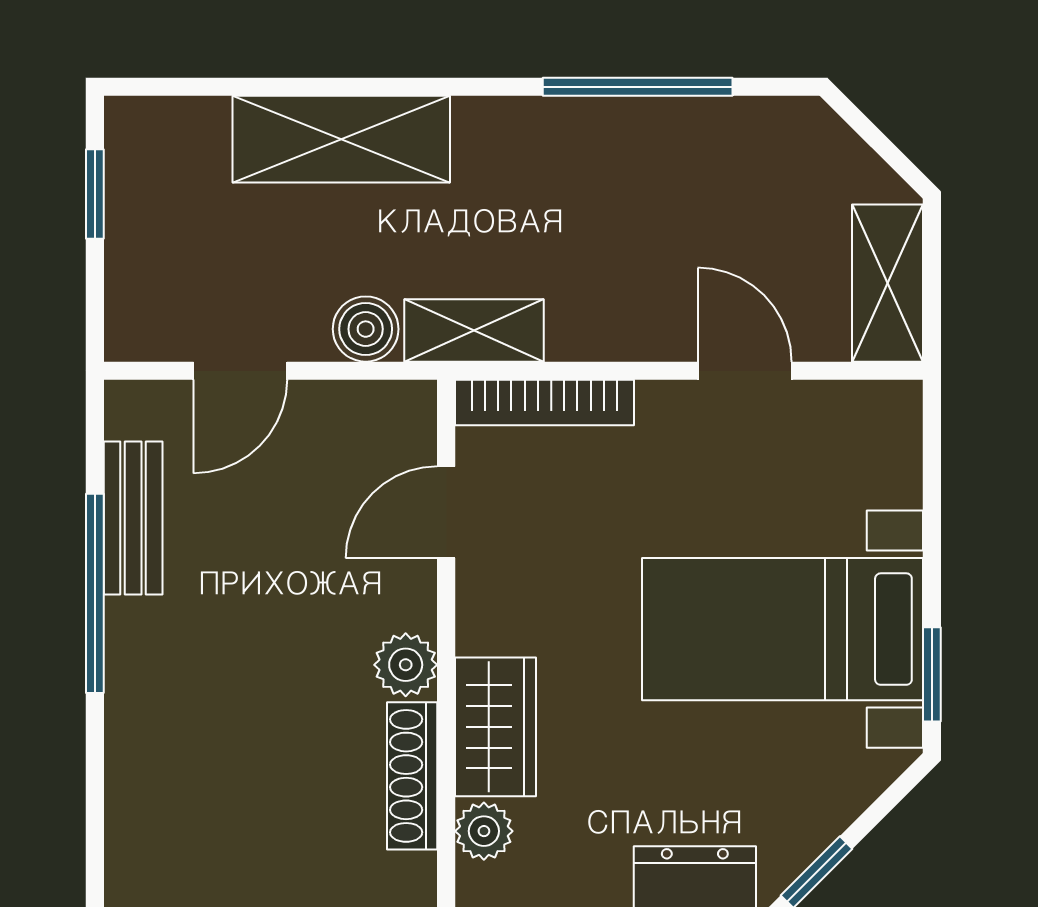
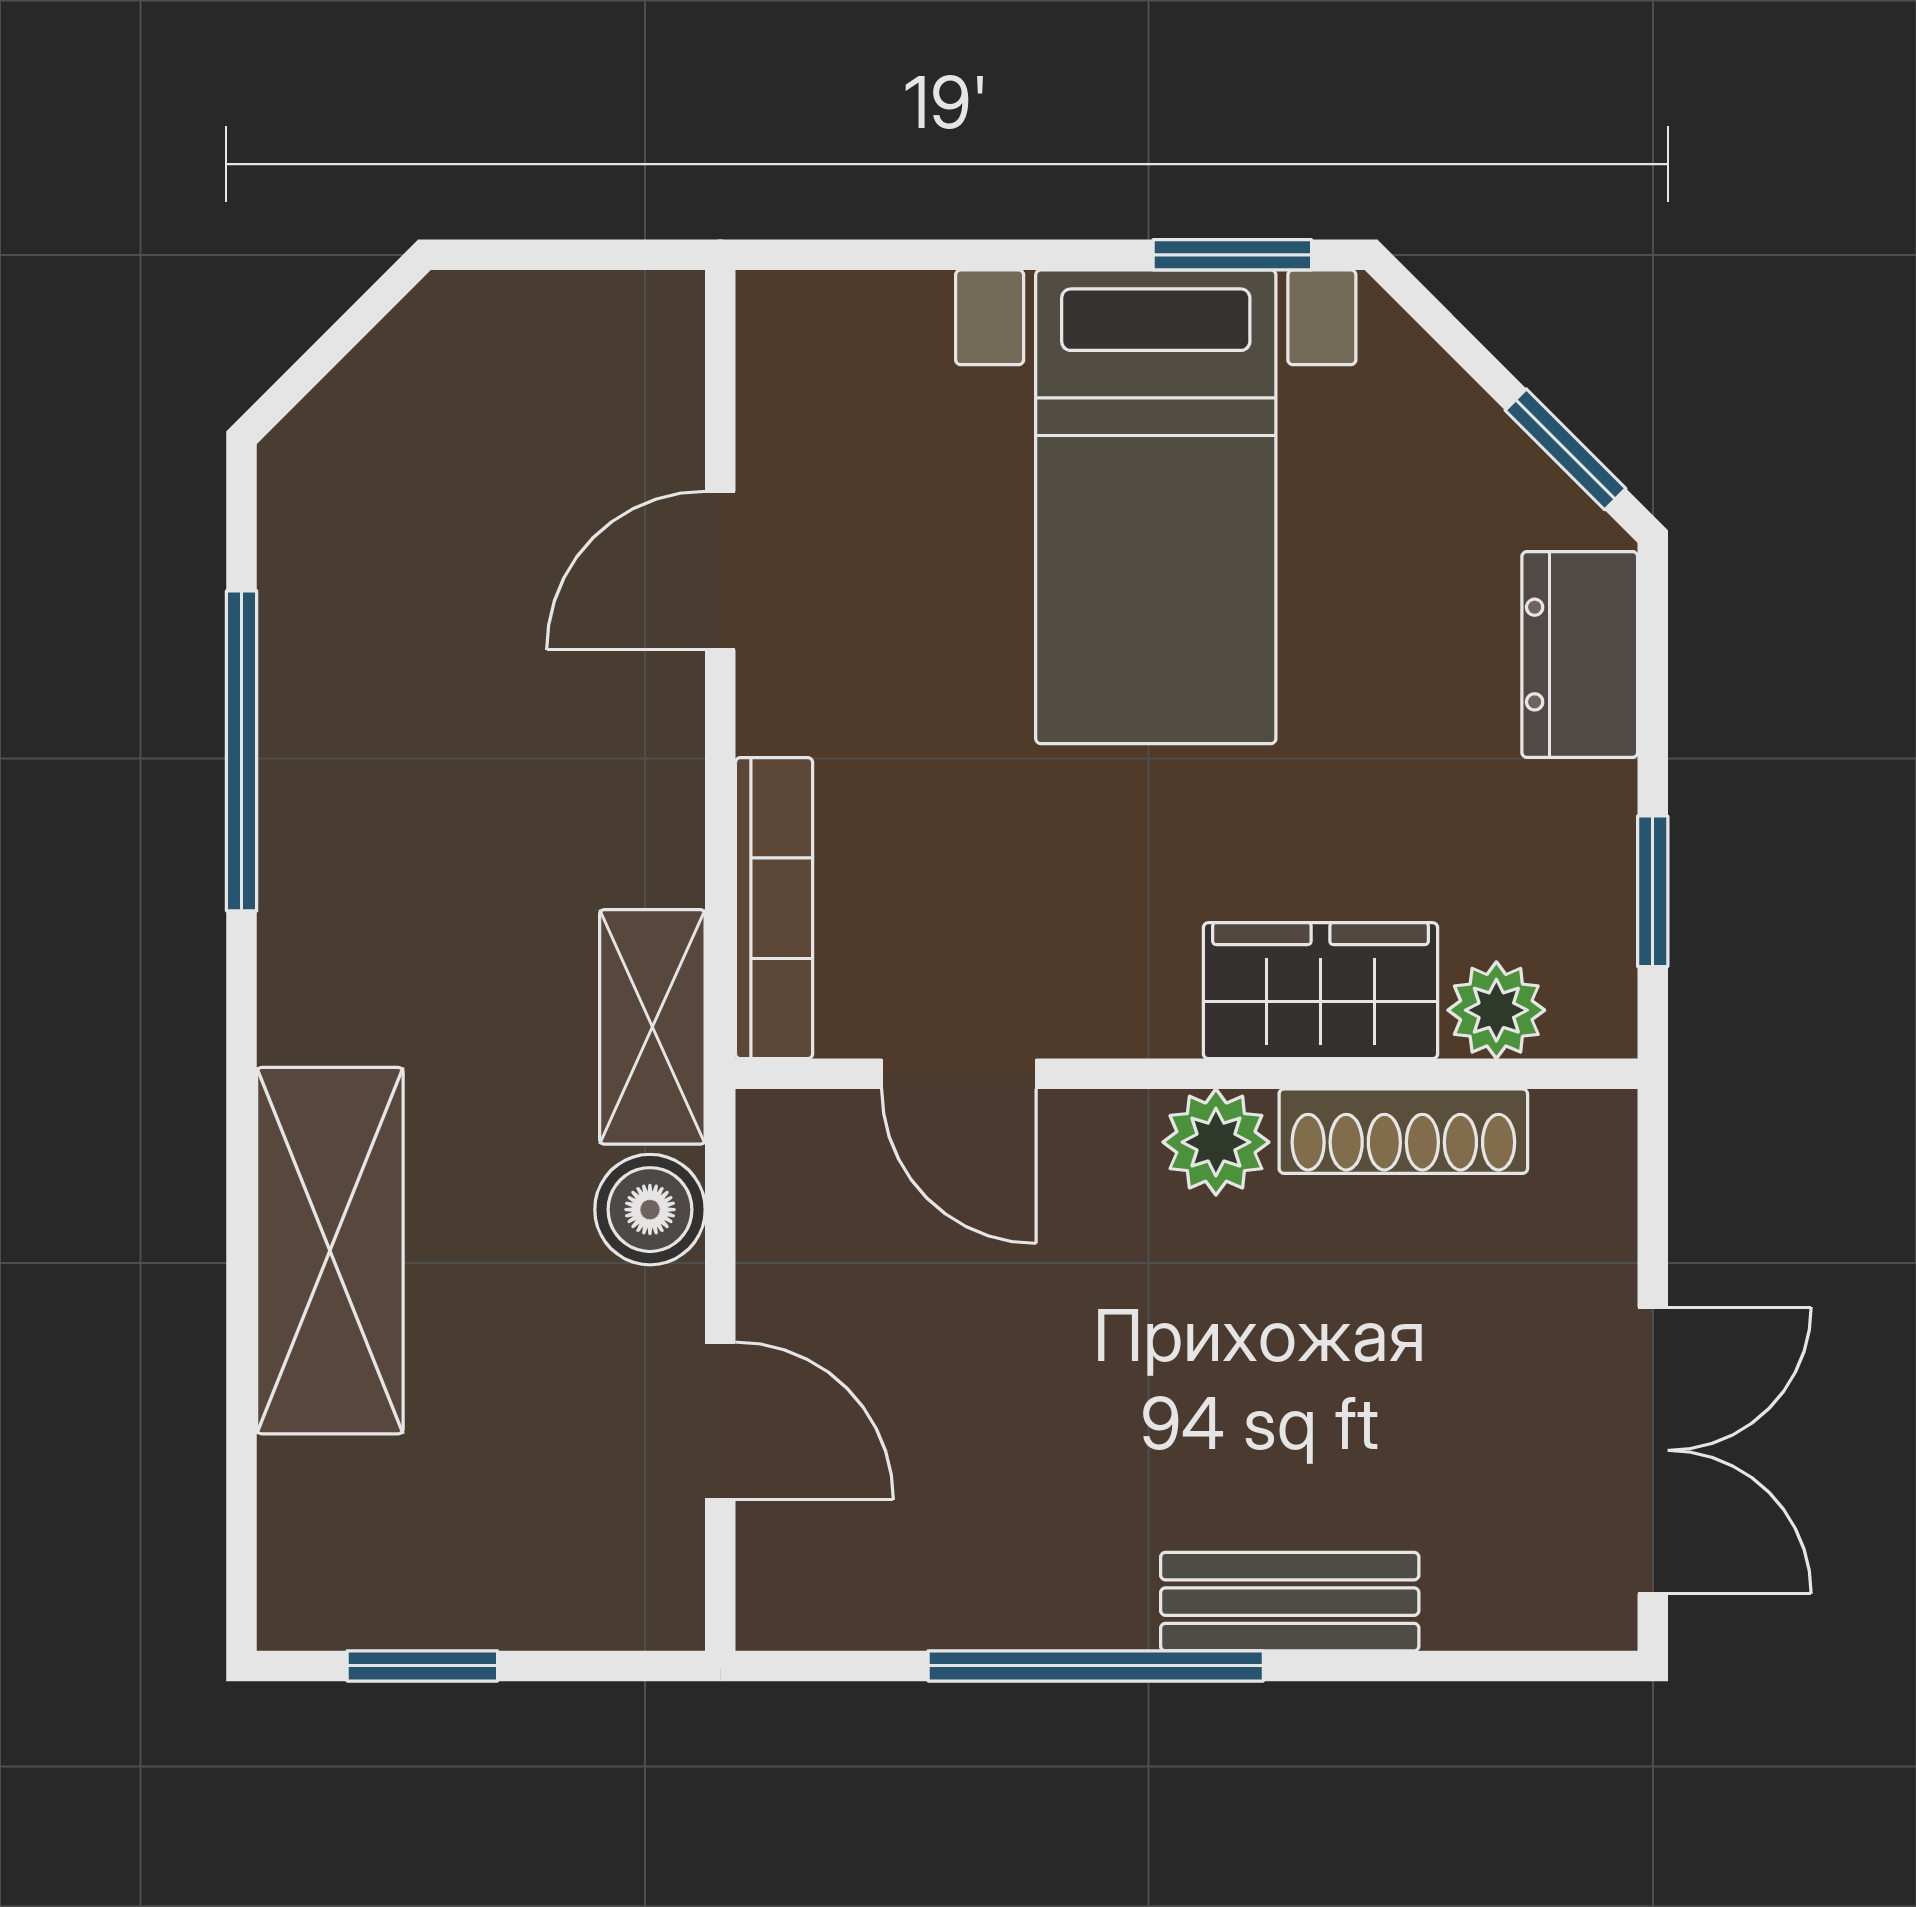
shelving: (888, 283) -> (573, 330), removed
bench: (133, 518) -> (1290, 1602), moved

